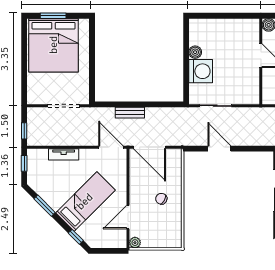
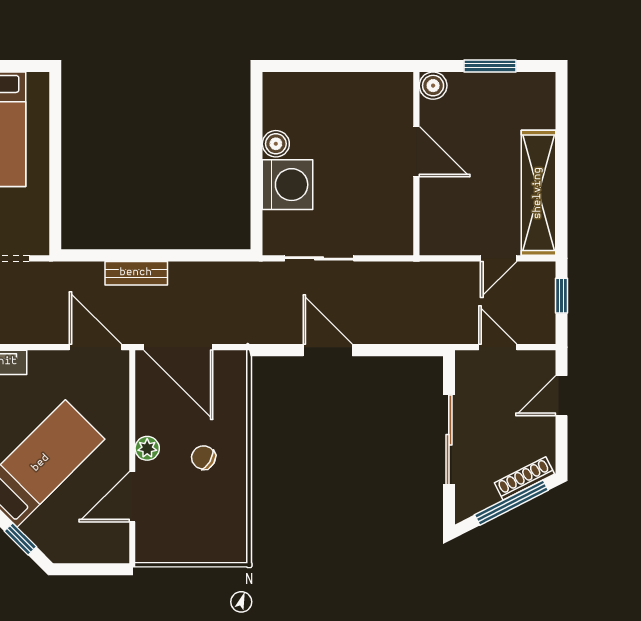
plant: (135, 243) -> (147, 448), moved

